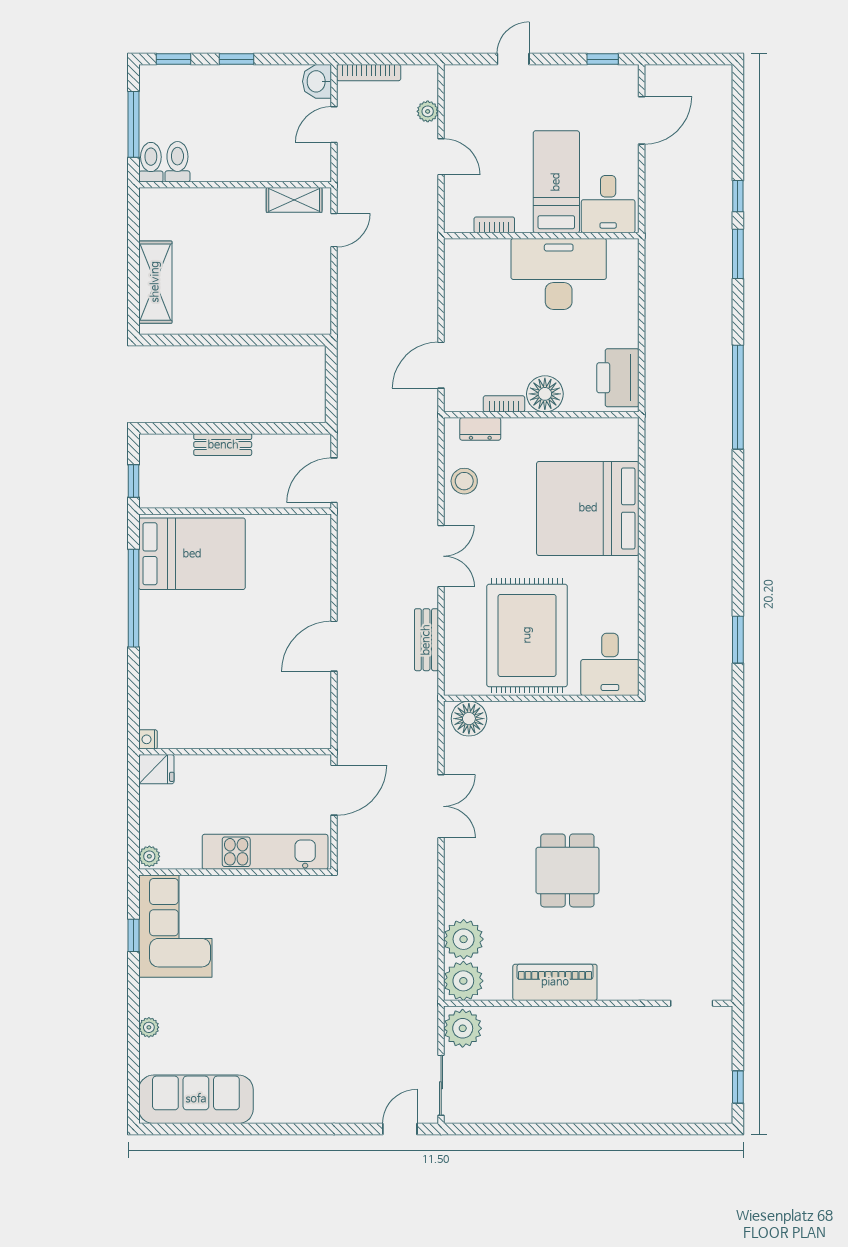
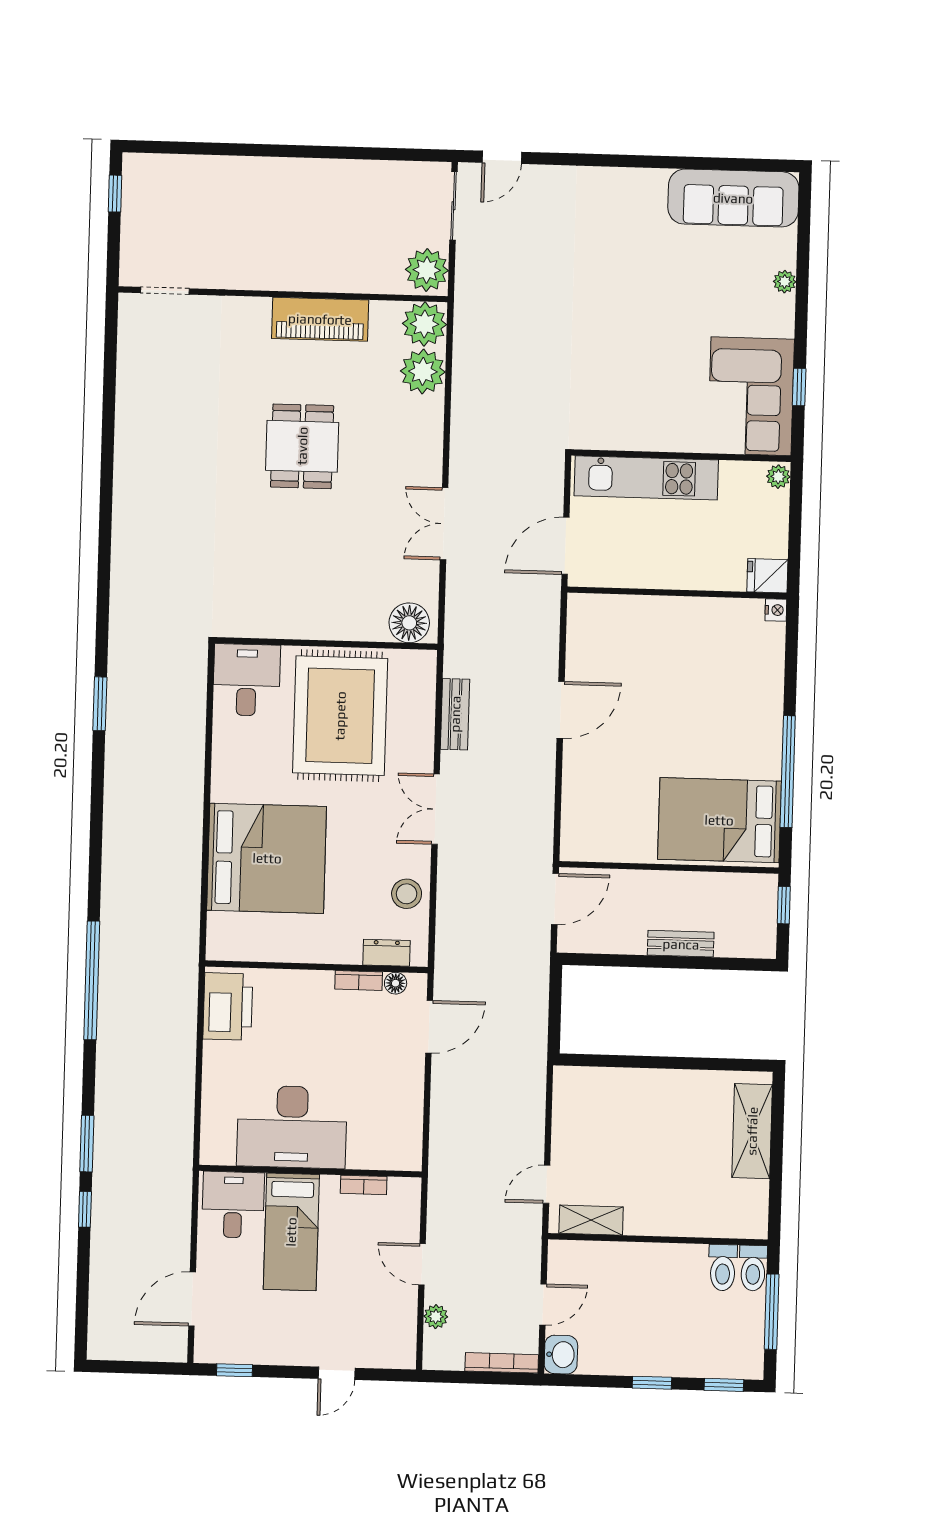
floor lamp: (545, 394) -> (396, 983), moved, width x0.53, depth x0.53

